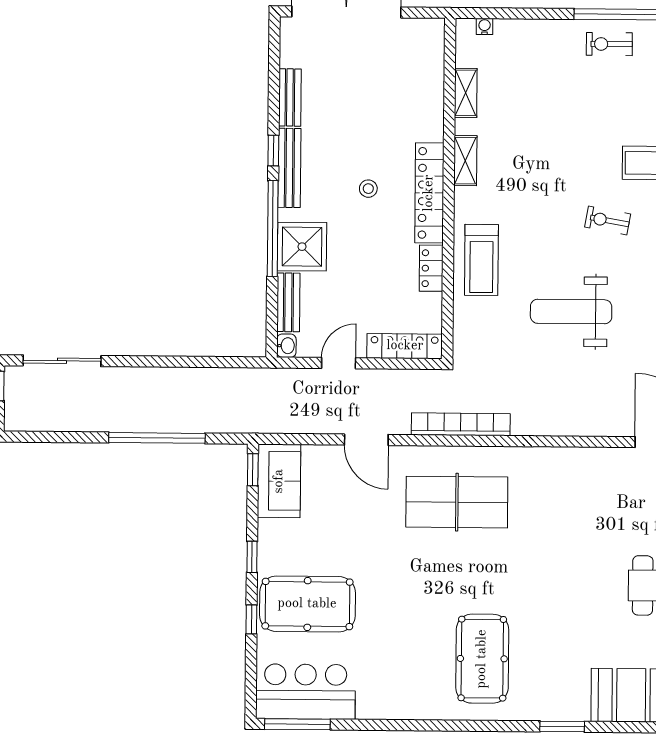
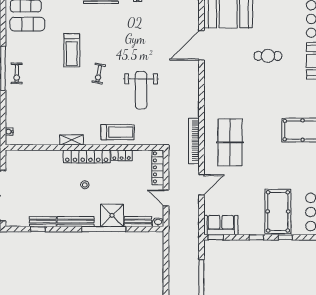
shelving: (466, 93) -> (40, 140), removed
window: (273, 151) -> (38, 229), moved

